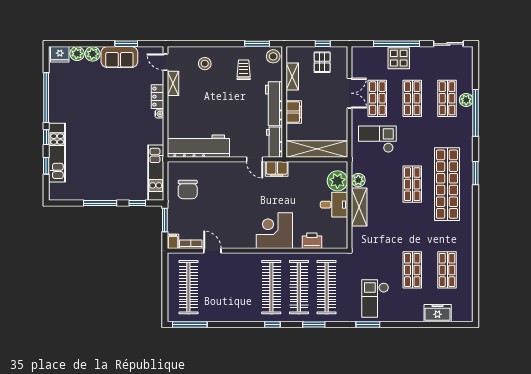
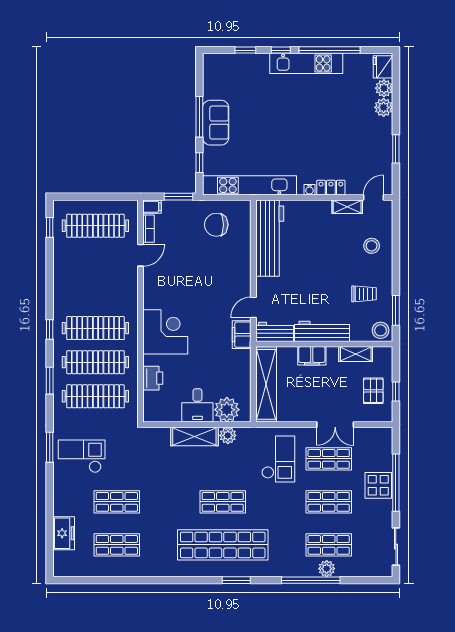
sofa: (119, 57) -> (216, 123), moved, turned 180
pallet: (322, 62) -> (373, 391), turned 90
kitchen unit: (57, 153) -> (306, 63), moved
kitchen unit: (156, 173) -> (249, 185), width x1.36
window: (190, 324) -> (50, 227), width x0.46

